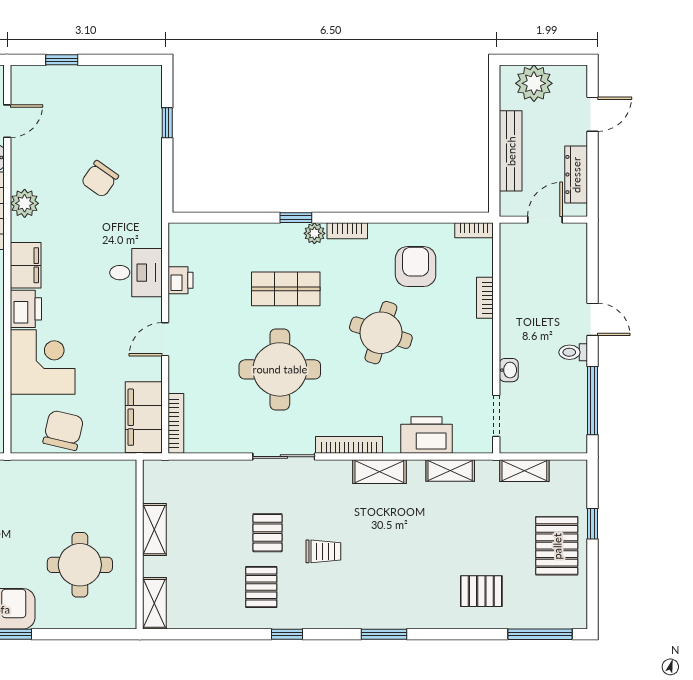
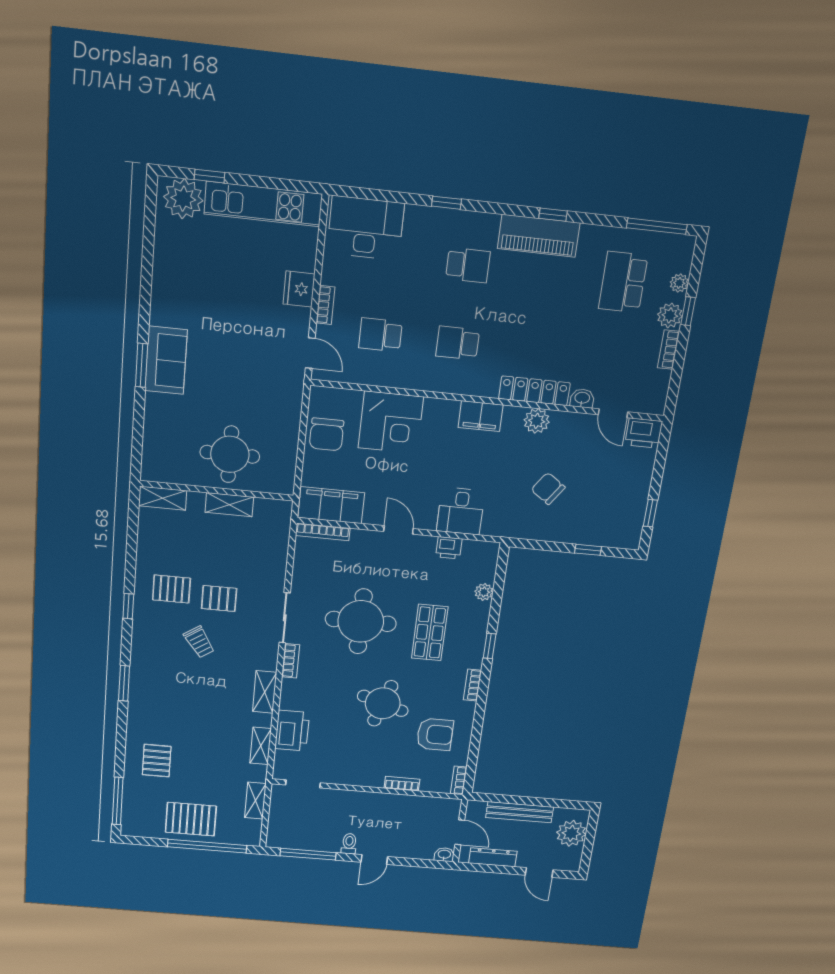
window: (62, 60) -> (650, 513), moved
plant: (314, 233) -> (484, 592), moved
printer: (26, 309) -> (644, 433), moved
washbasin: (509, 370) -> (444, 855), moved, turned 180
chair: (63, 430) -> (327, 434), turned 77
bookcase: (349, 445) -> (291, 661), width x0.64
window: (592, 524) -> (207, 846), width x3.17
trolley: (323, 551) -> (199, 642), turned -34
round table: (80, 565) -> (230, 454), moved

